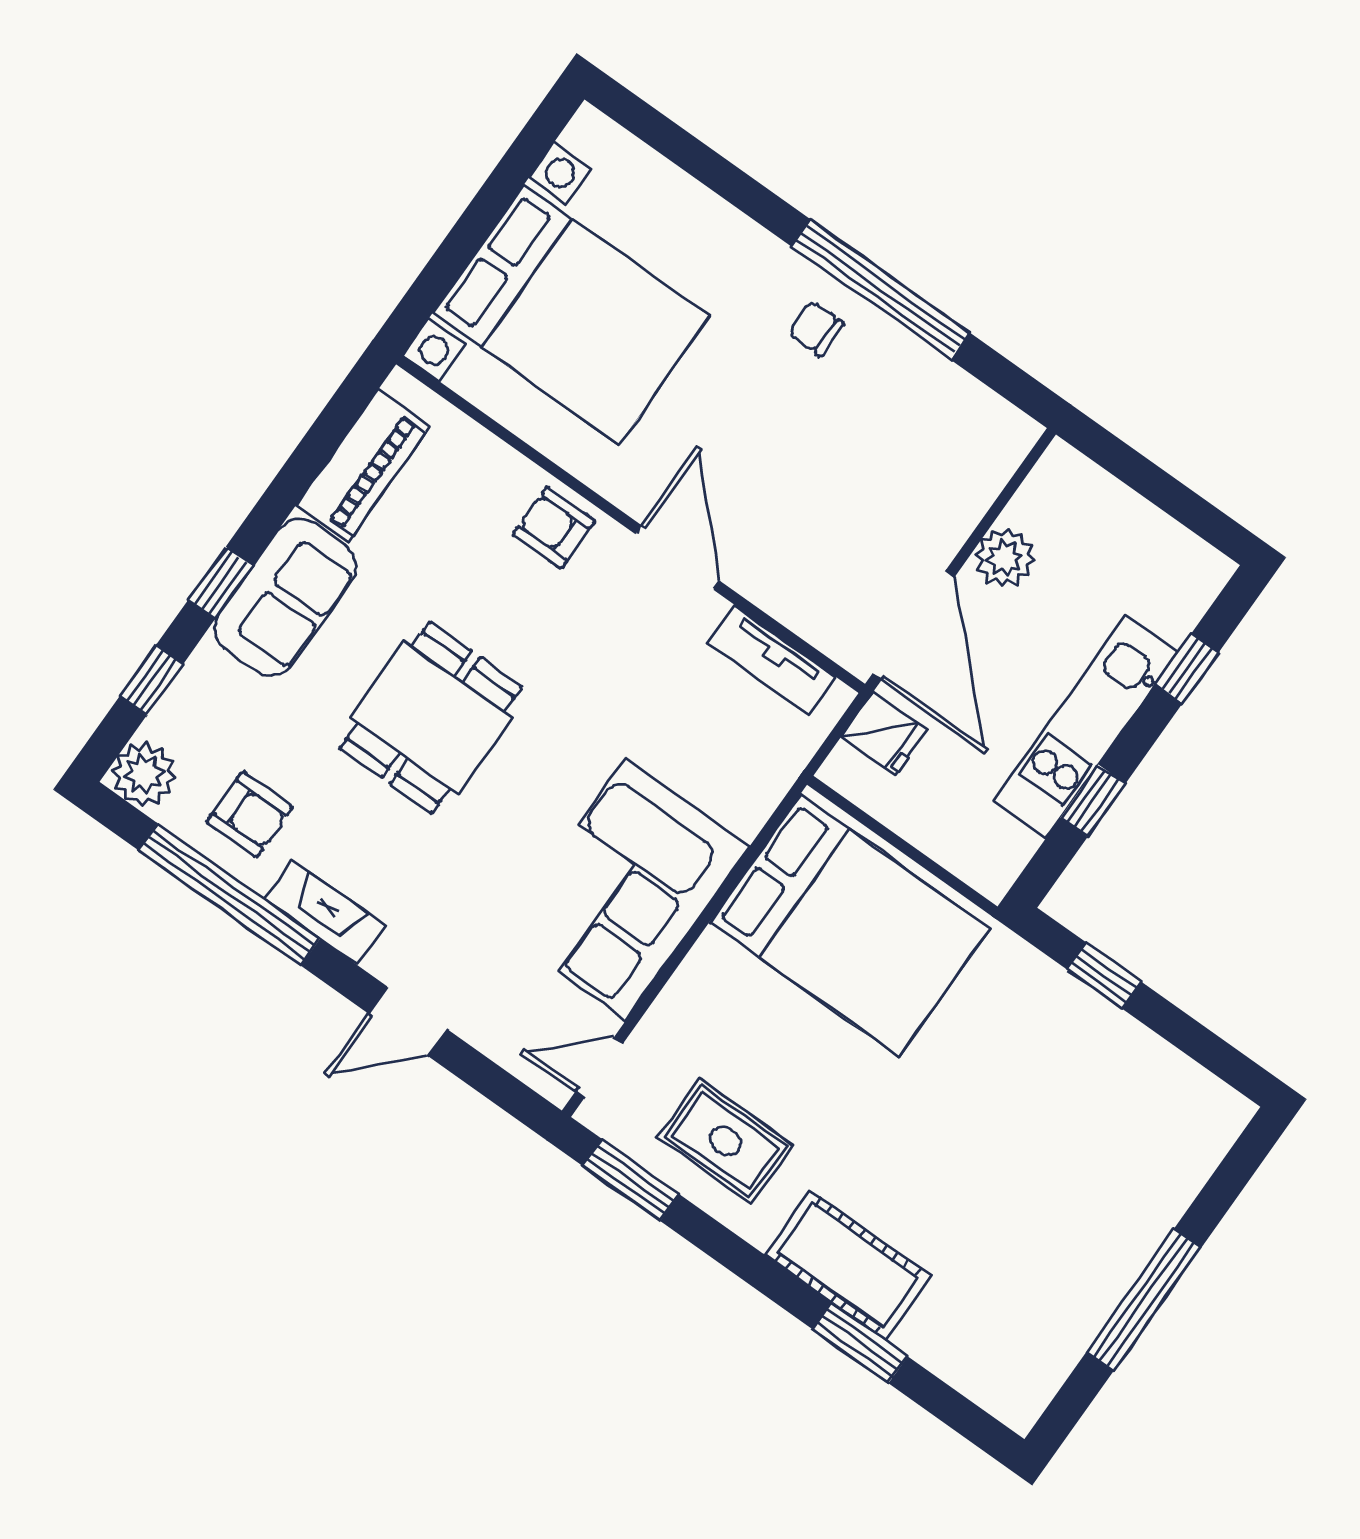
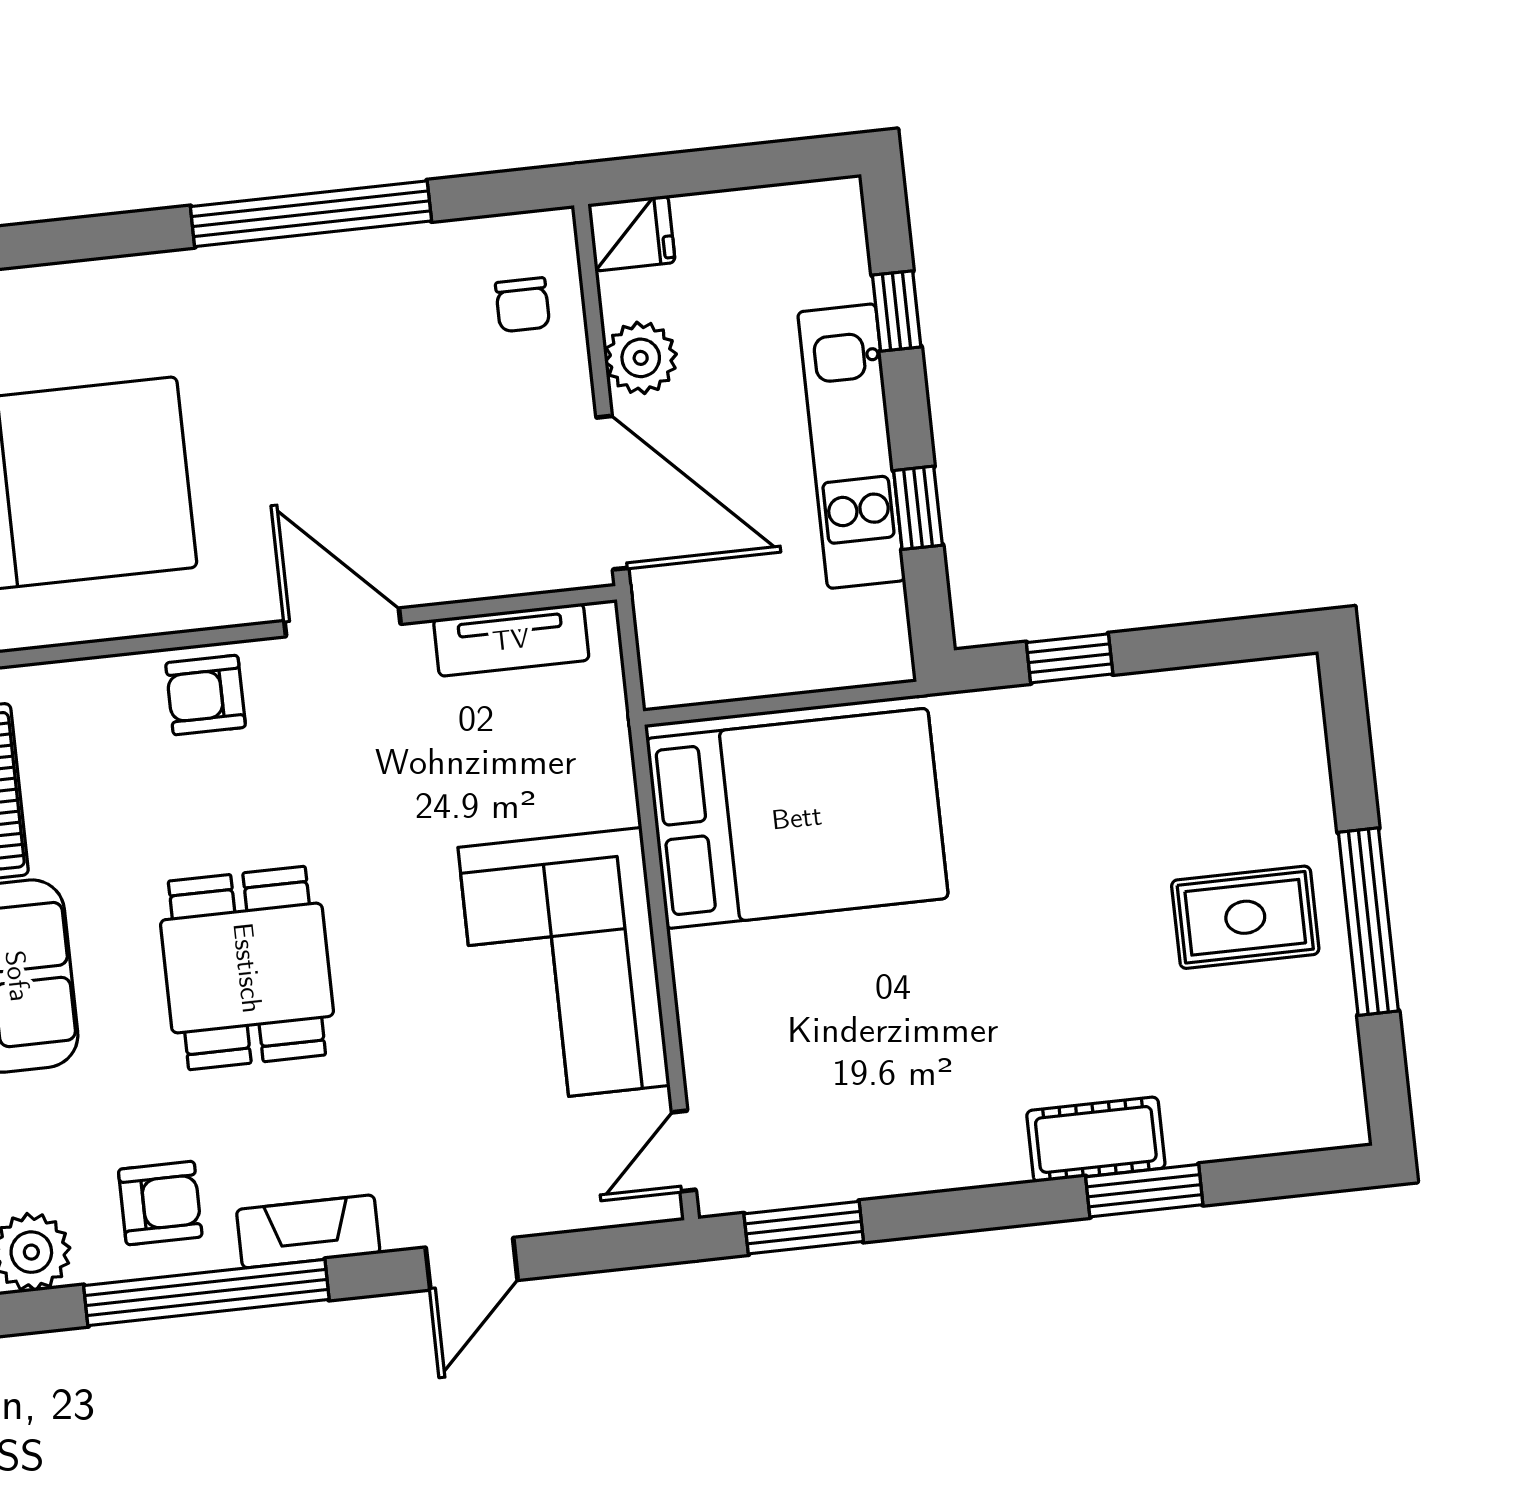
chair: (816, 328) -> (522, 305), moved, turned -90
fridge: (884, 734) -> (632, 233), moved
rug: (725, 1141) -> (1245, 917), moved
cot: (848, 1265) -> (1096, 1139), width x0.73, depth x0.75

